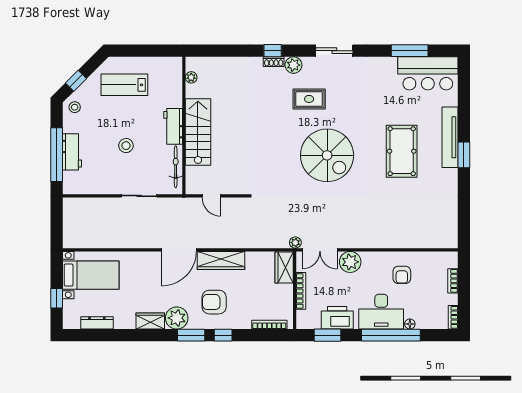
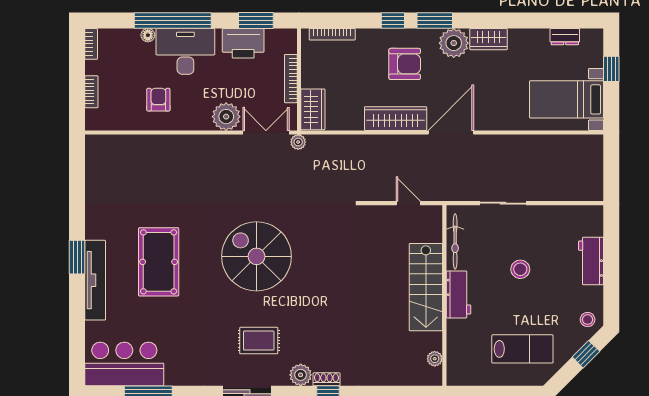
rug: (309, 99) -> (259, 341), moved
window: (57, 155) -> (611, 257), removed
dresser: (97, 323) -> (565, 37), width x0.70

